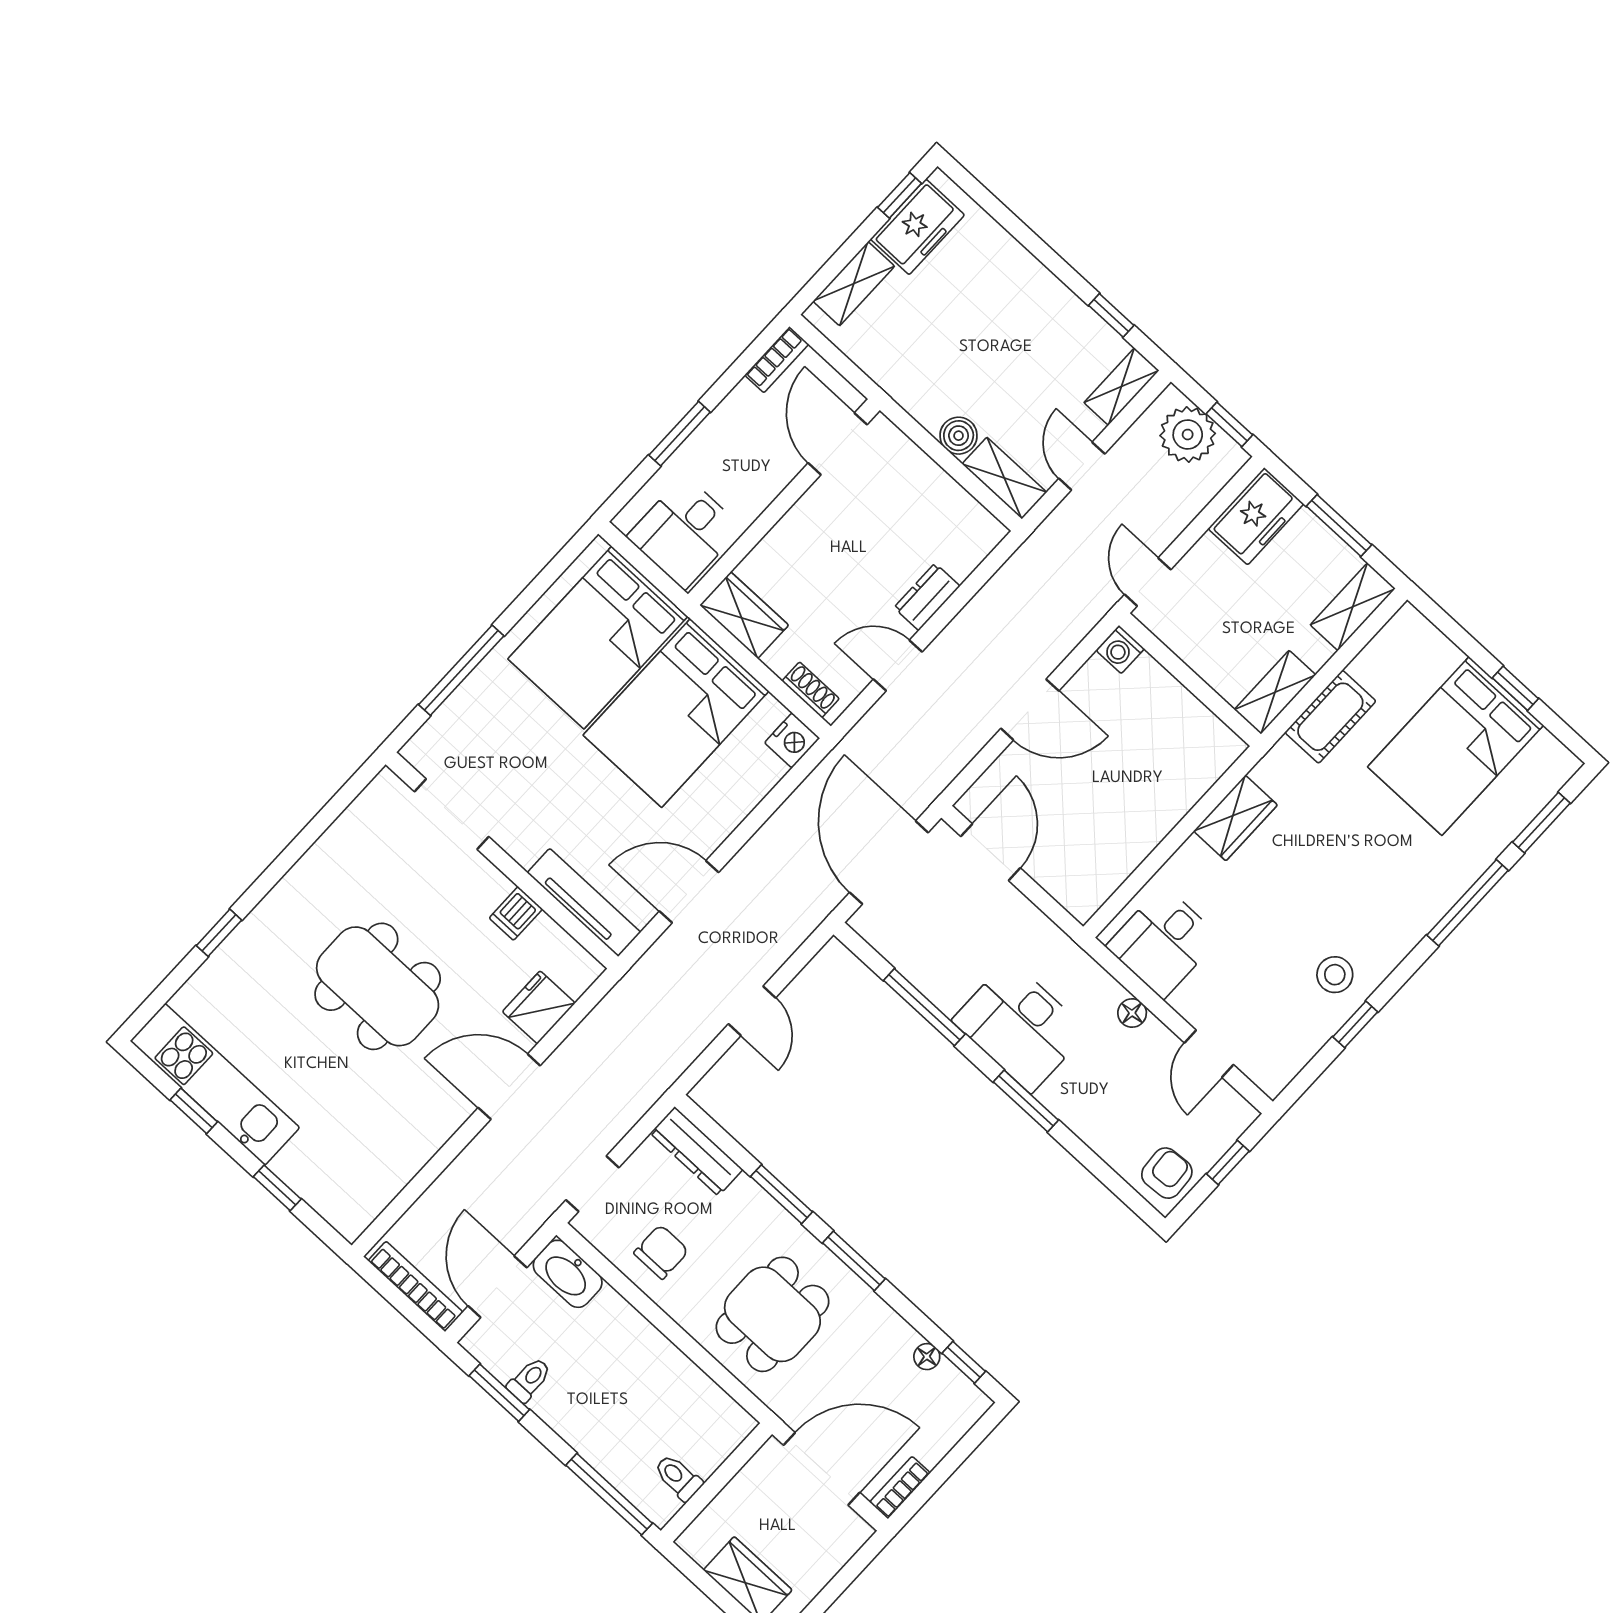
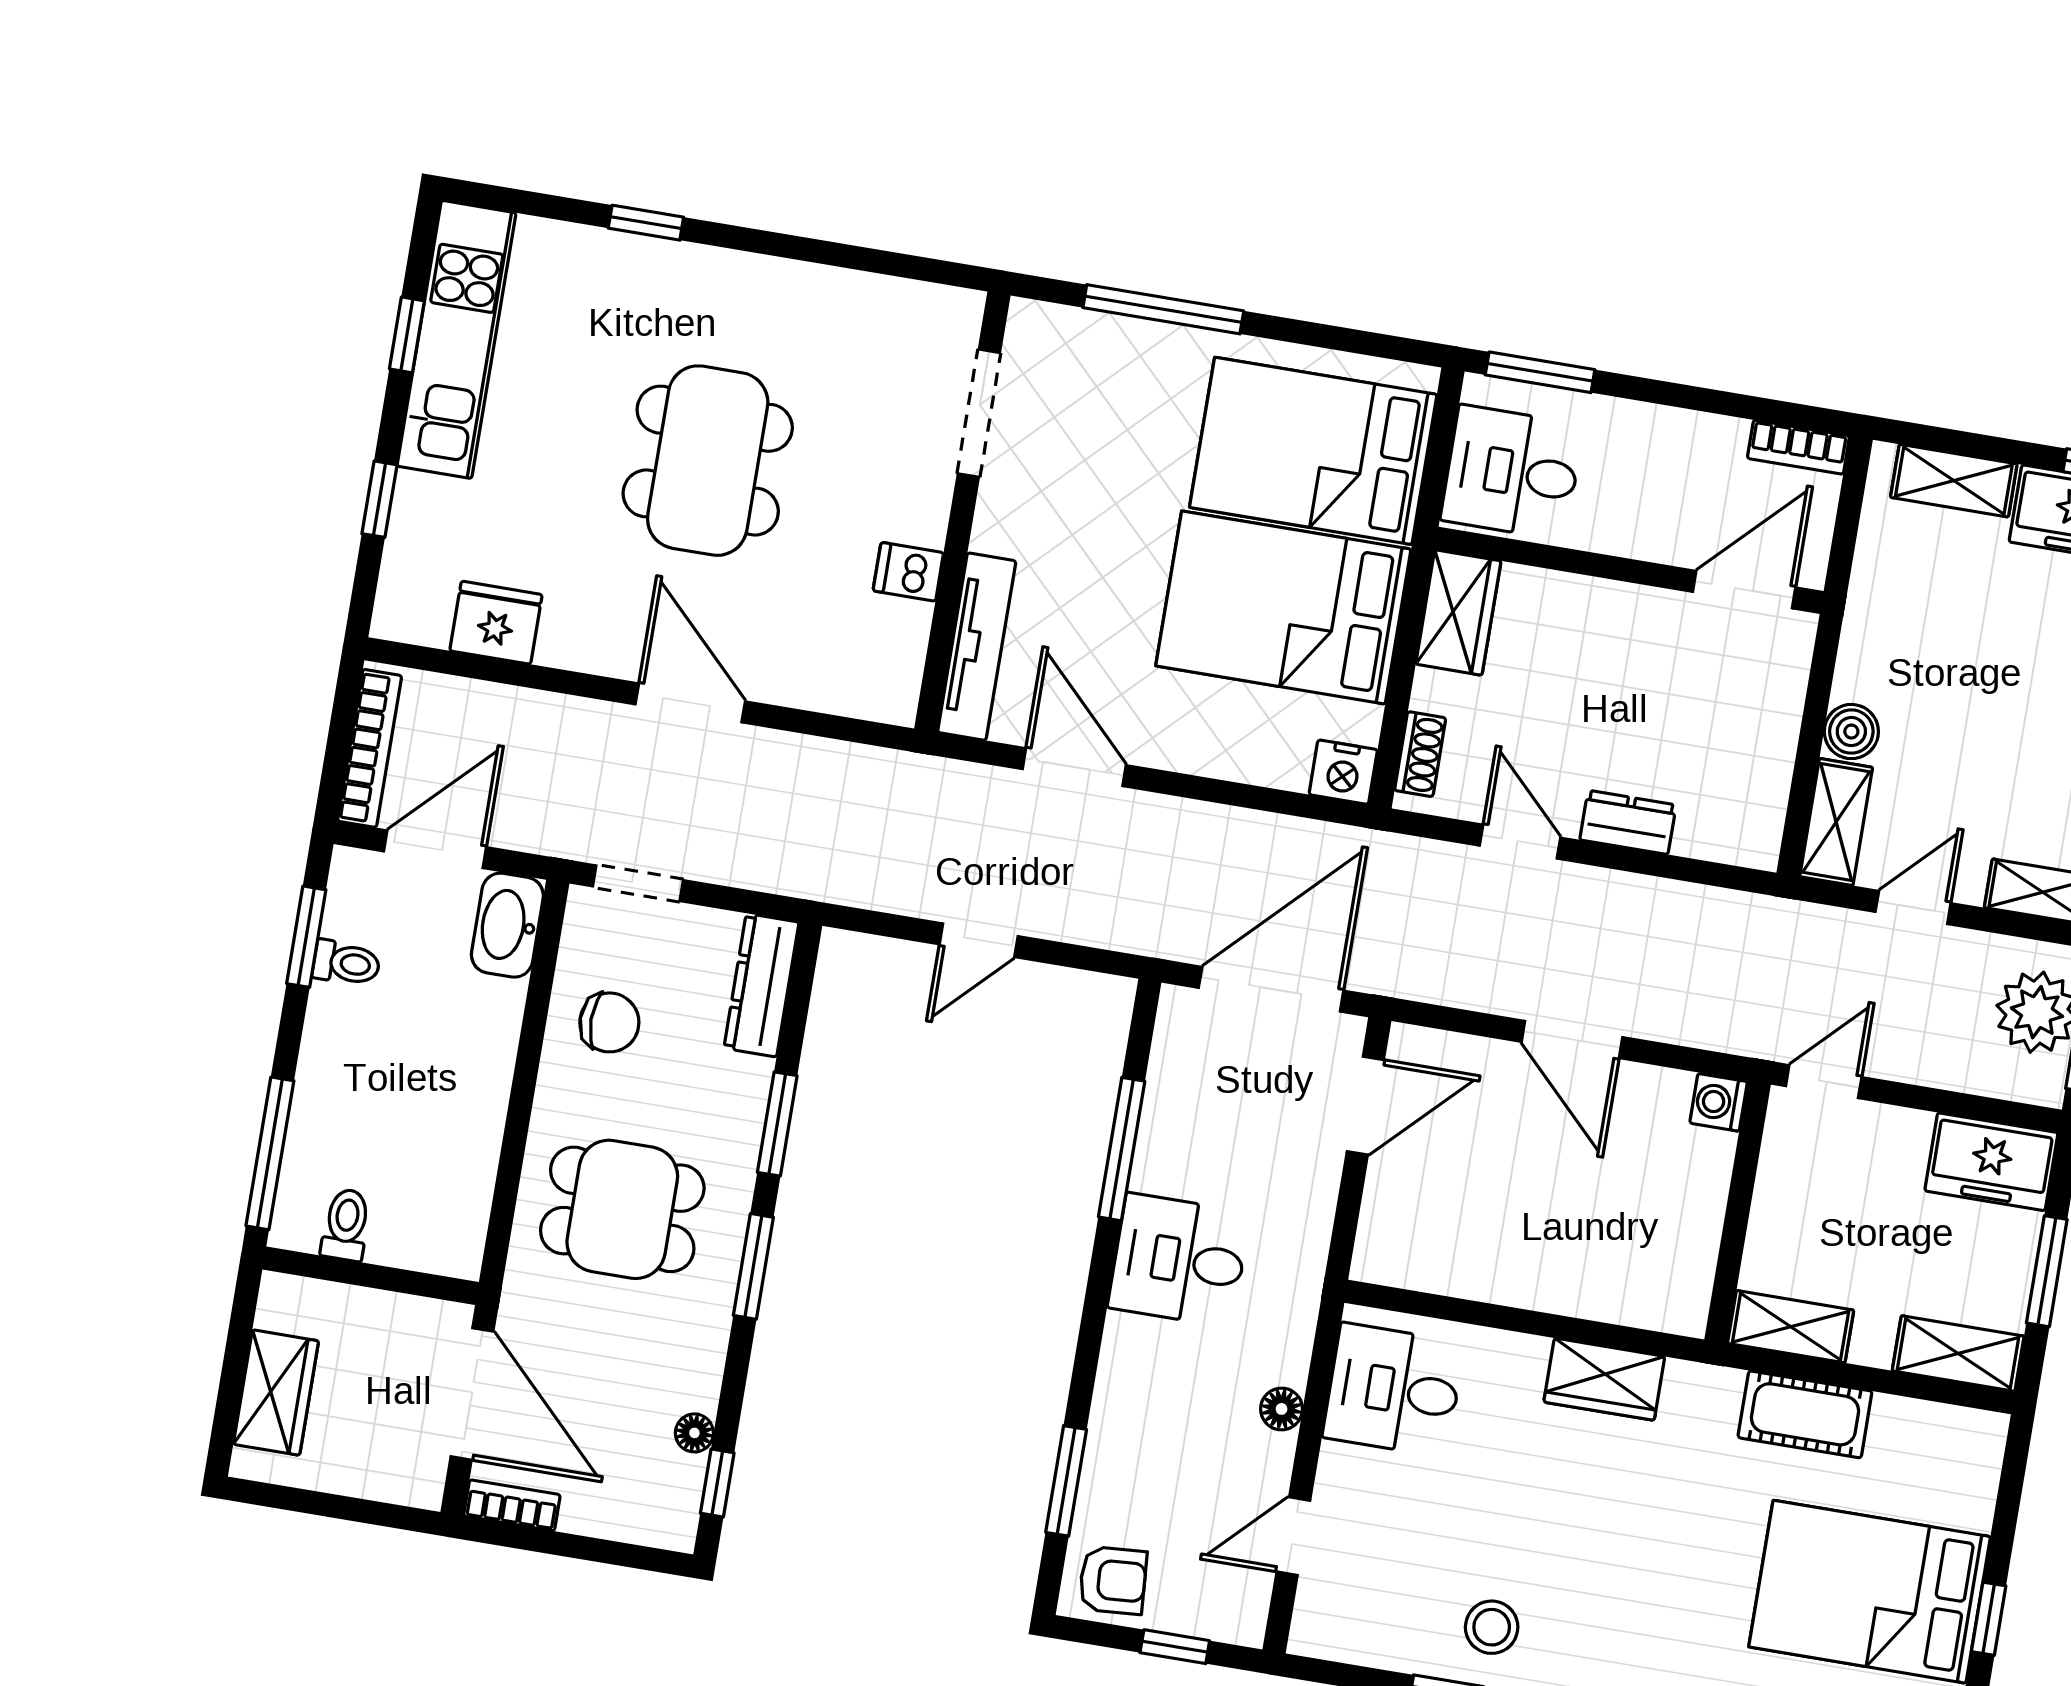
window: (680, 434) -> (1540, 372), moved
fridge: (539, 1007) -> (496, 623), moved
desk: (1020, 1026) -> (1179, 1260), width x0.73
window: (1026, 1101) -> (1066, 1481), moved

